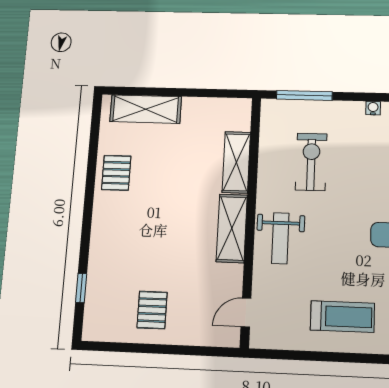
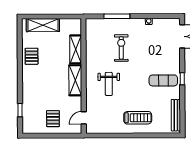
shelving: (236, 162) -> (76, 49), moved
wall: (250, 220) -> (84, 76), moved
shelving: (232, 228) -> (75, 80), moved
door: (246, 312) -> (84, 118), moved

